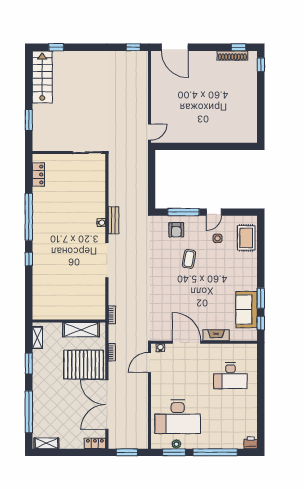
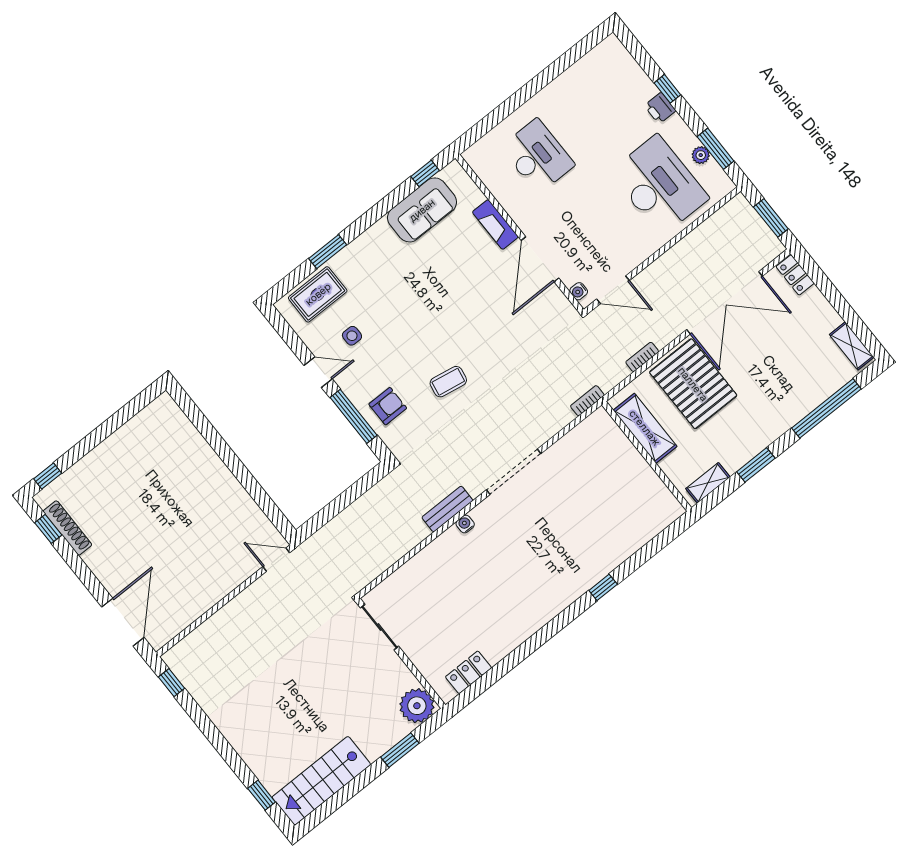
plant: (42, 142) -> (417, 706), added
window: (29, 217) -> (541, 637), removed
coffee table: (189, 259) -> (448, 382), moved
window: (261, 298) -> (328, 252), moved
printer: (251, 443) -> (660, 108), moved
window: (215, 452) -> (667, 89), width x0.32

